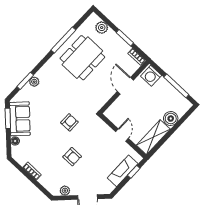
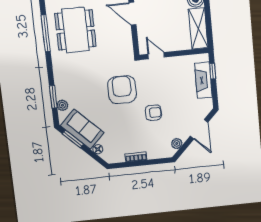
plant: (34, 82) -> (62, 105), moved
armchair: (69, 122) -> (122, 90), width x1.88, depth x1.88
door: (122, 135) -> (156, 56), moved

